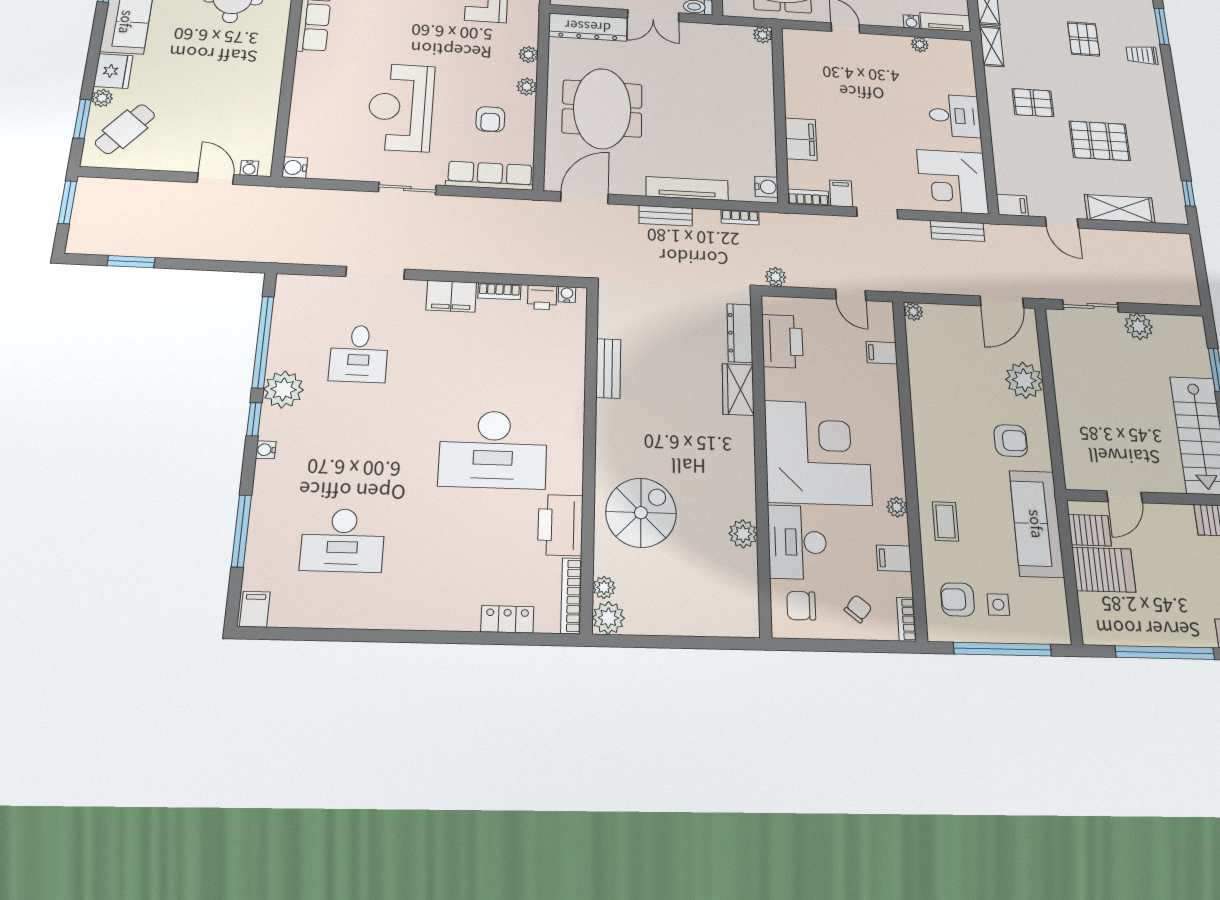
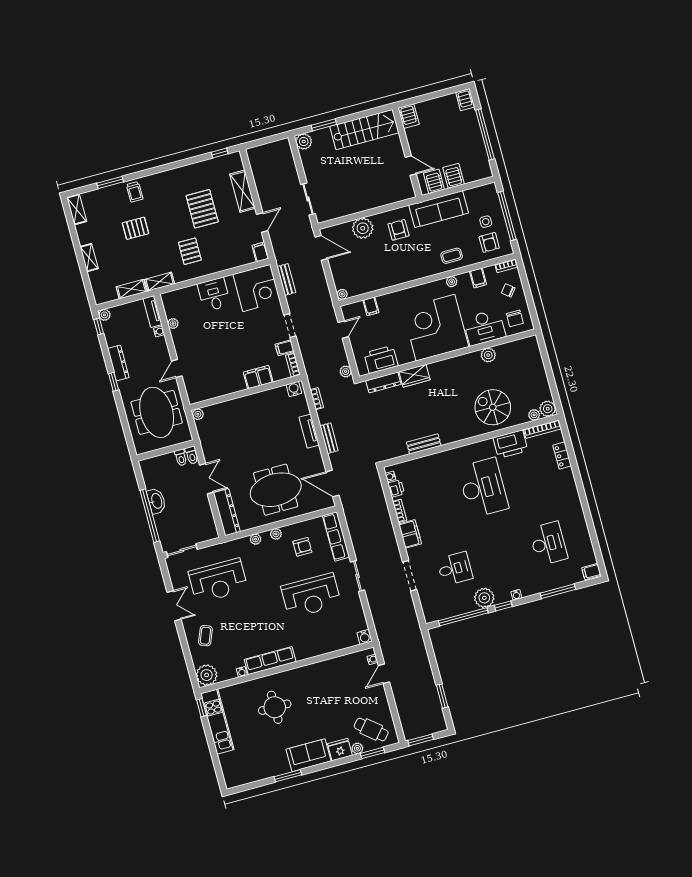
tv unit: (687, 188) -> (309, 431), width x0.71
plant: (1139, 326) -> (304, 142), moved
server rack: (1104, 570) -> (453, 176), width x0.73, depth x0.70

